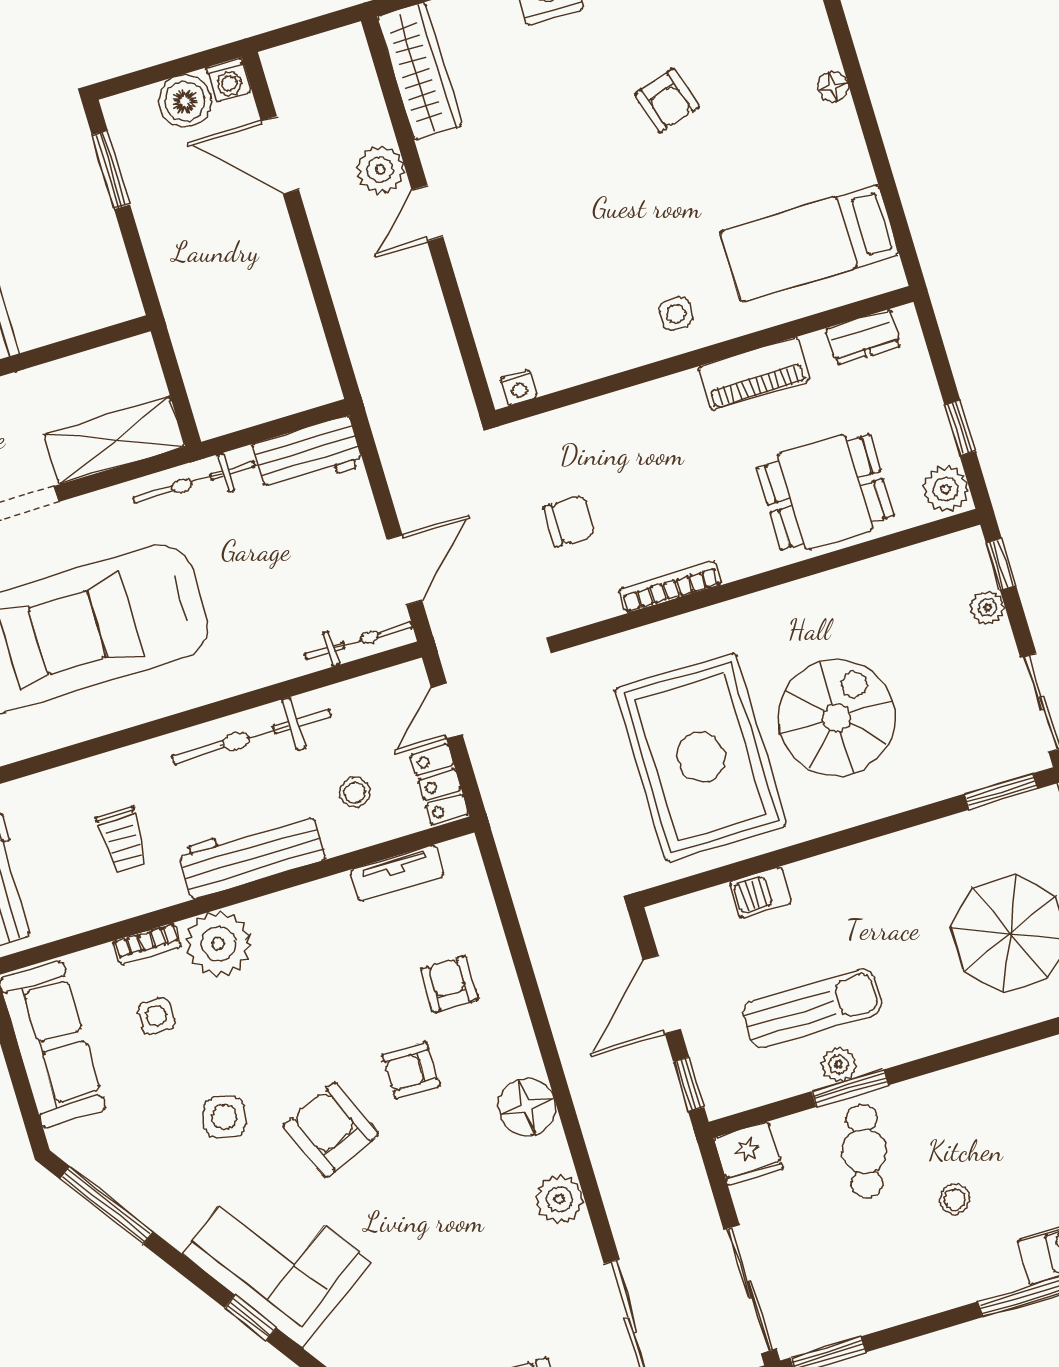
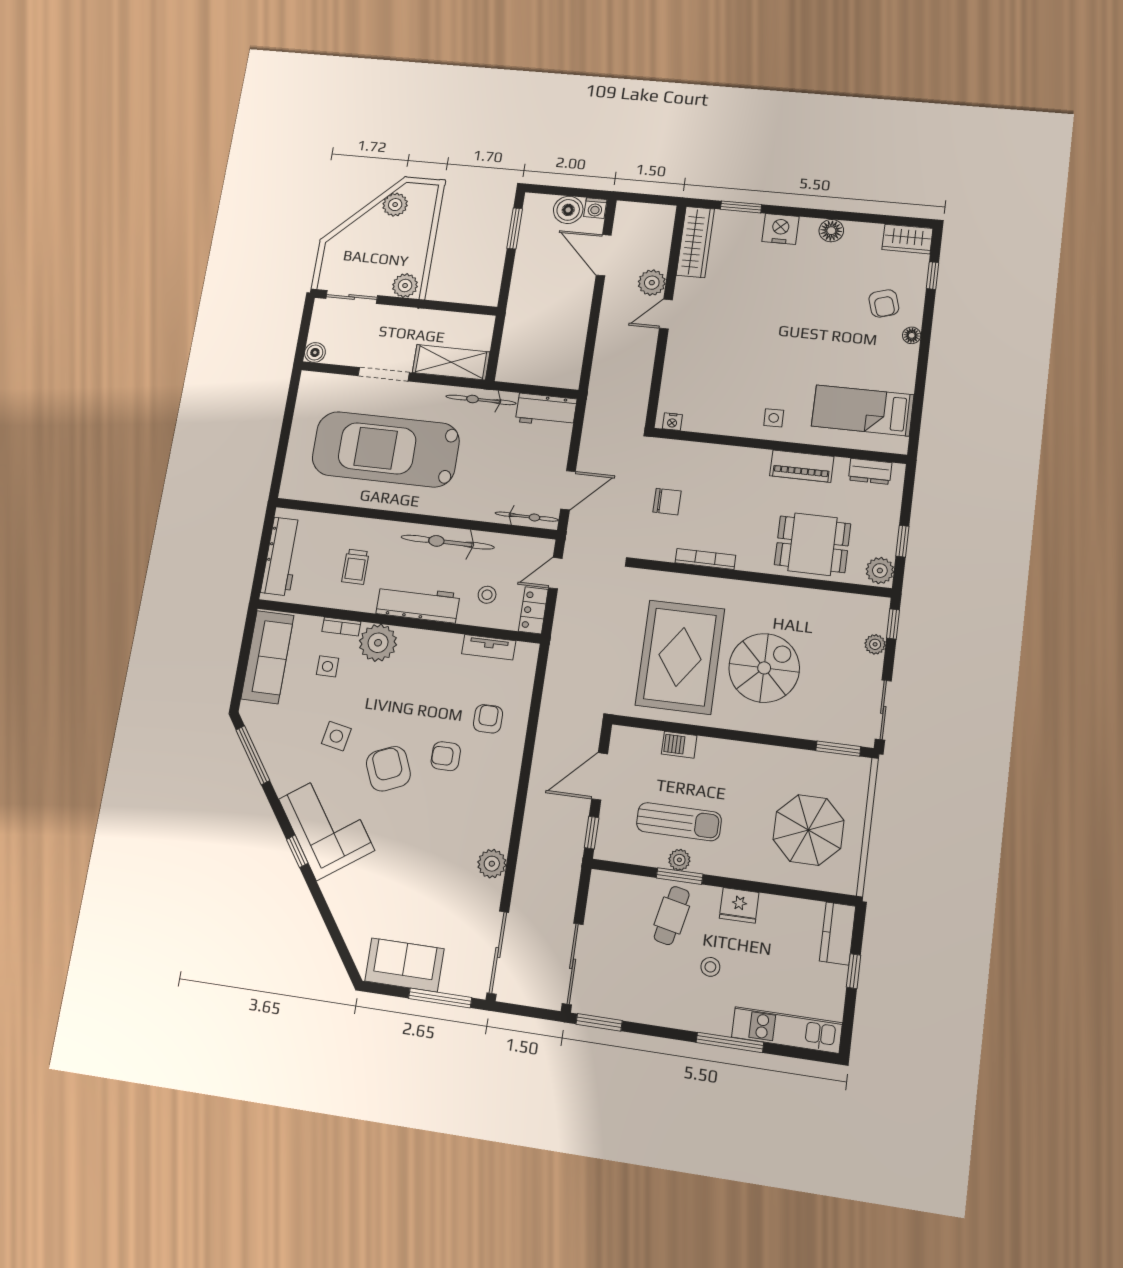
armchair: (667, 101) -> (884, 303), moved
floor lamp: (527, 1107) -> (498, 805), removed
fridge: (748, 1153) -> (739, 905), moved

